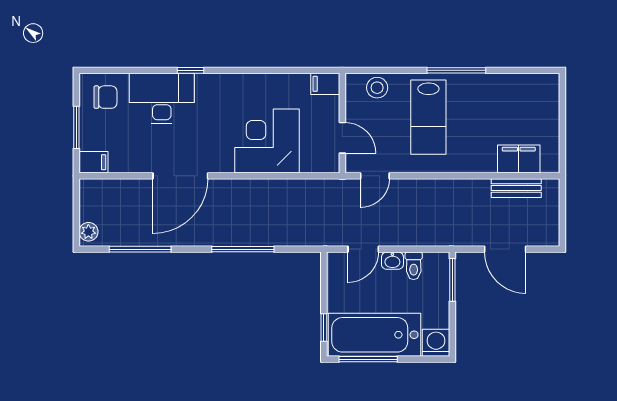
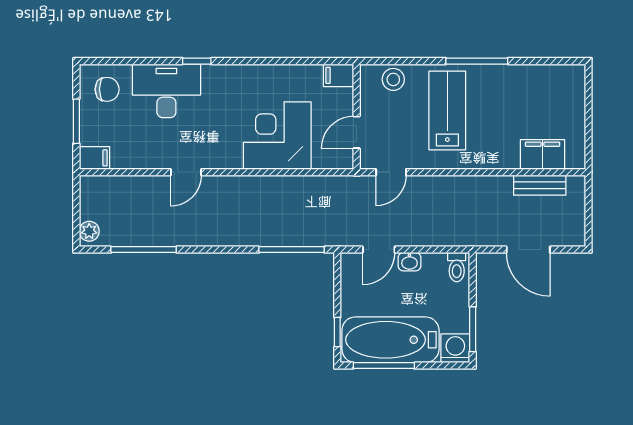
lab bench: (428, 117) -> (447, 110), turned 180
door: (342, 138) -> (357, 132), swing flipped
door: (180, 176) -> (186, 172), width x0.53
window: (243, 249) -> (292, 250), moved
toilet: (414, 266) -> (457, 267), moved
window: (452, 280) -> (473, 329), moved

